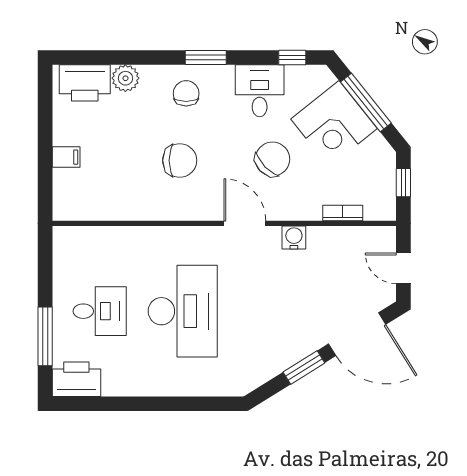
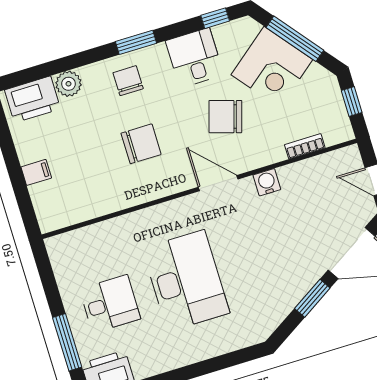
chair: (272, 159) -> (225, 117), turned -119

